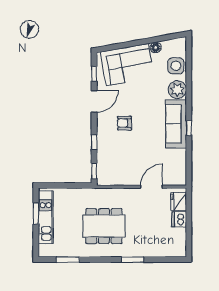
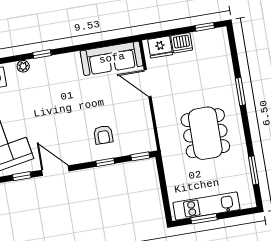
plant: (177, 90) -> (23, 66), width x0.53, depth x0.53
armchair: (125, 123) -> (103, 135), moved
sofa: (176, 124) -> (112, 58), moved
window: (189, 128) -> (42, 54), moved
window: (189, 240) -> (205, 27), added

